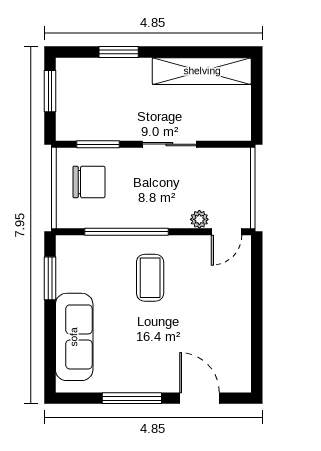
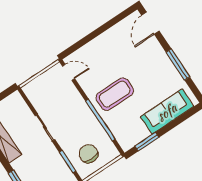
plant: (199, 219) -> (71, 89), removed
coffee table: (150, 278) -> (115, 94), width x1.36, depth x1.32
door: (199, 398) -> (150, 23), moved

